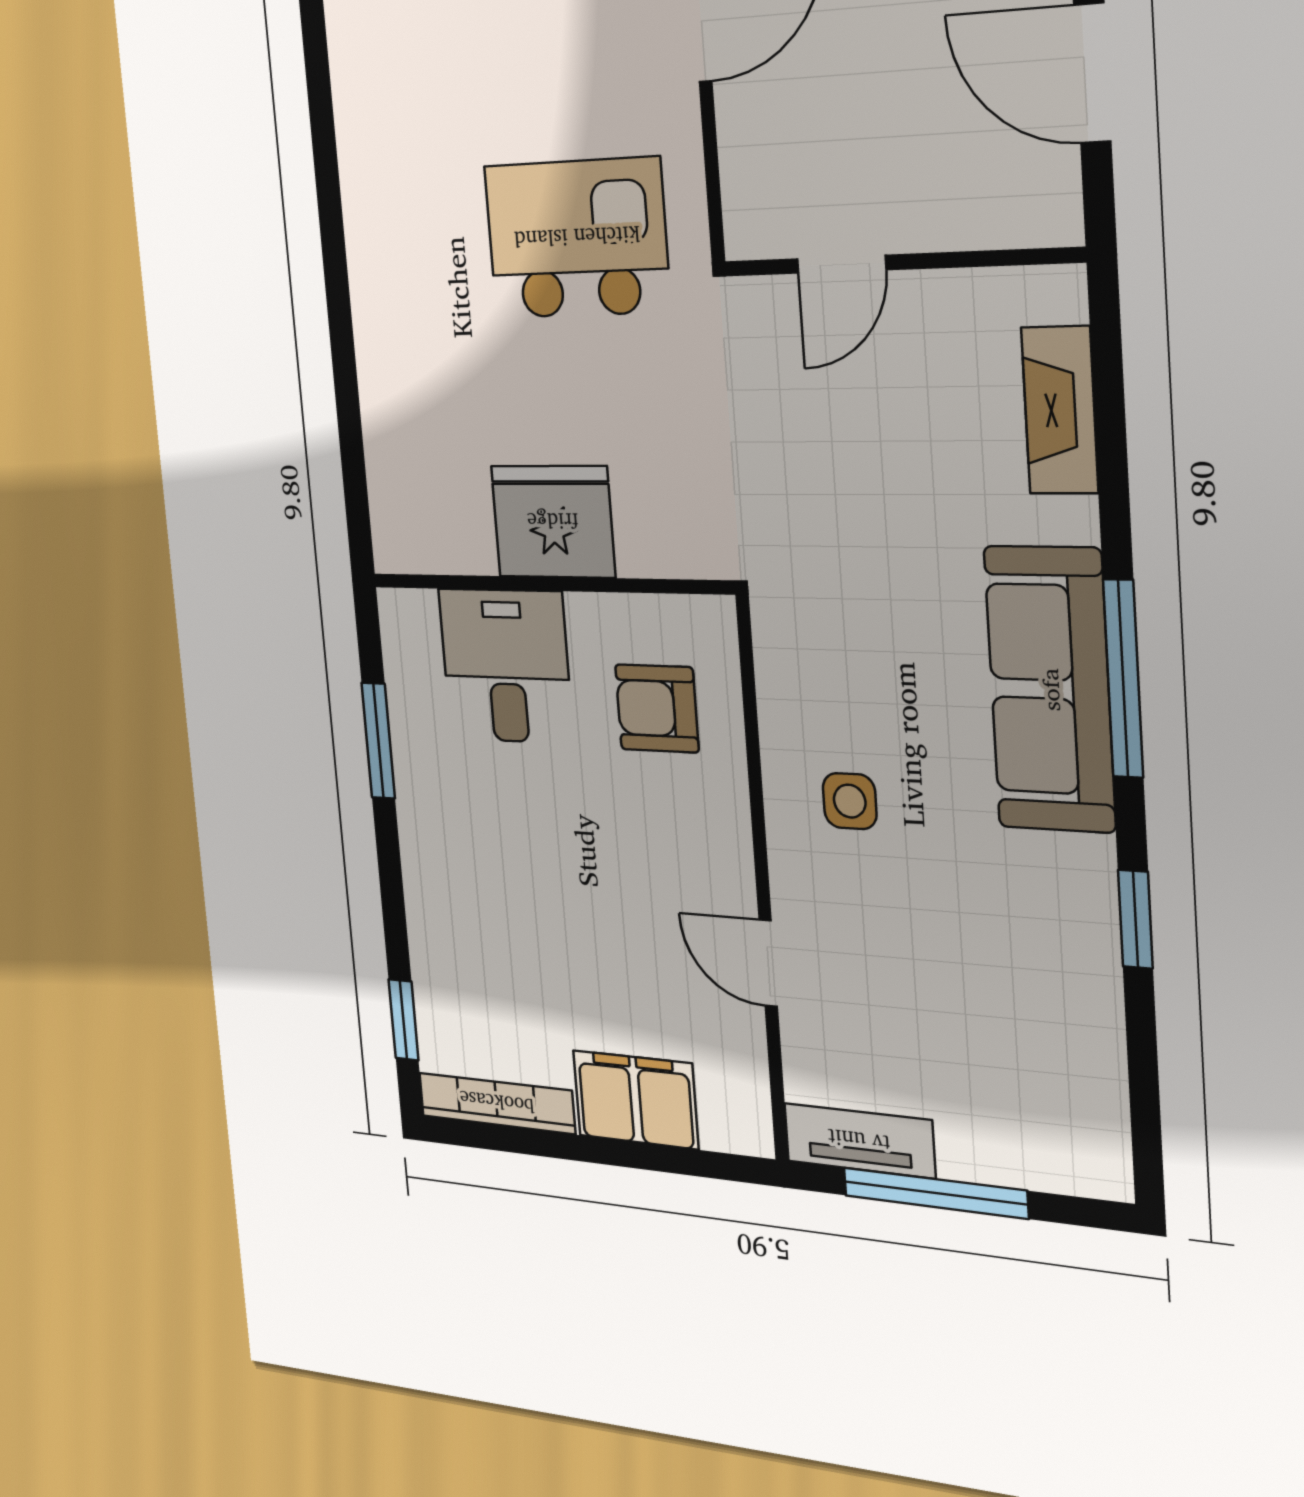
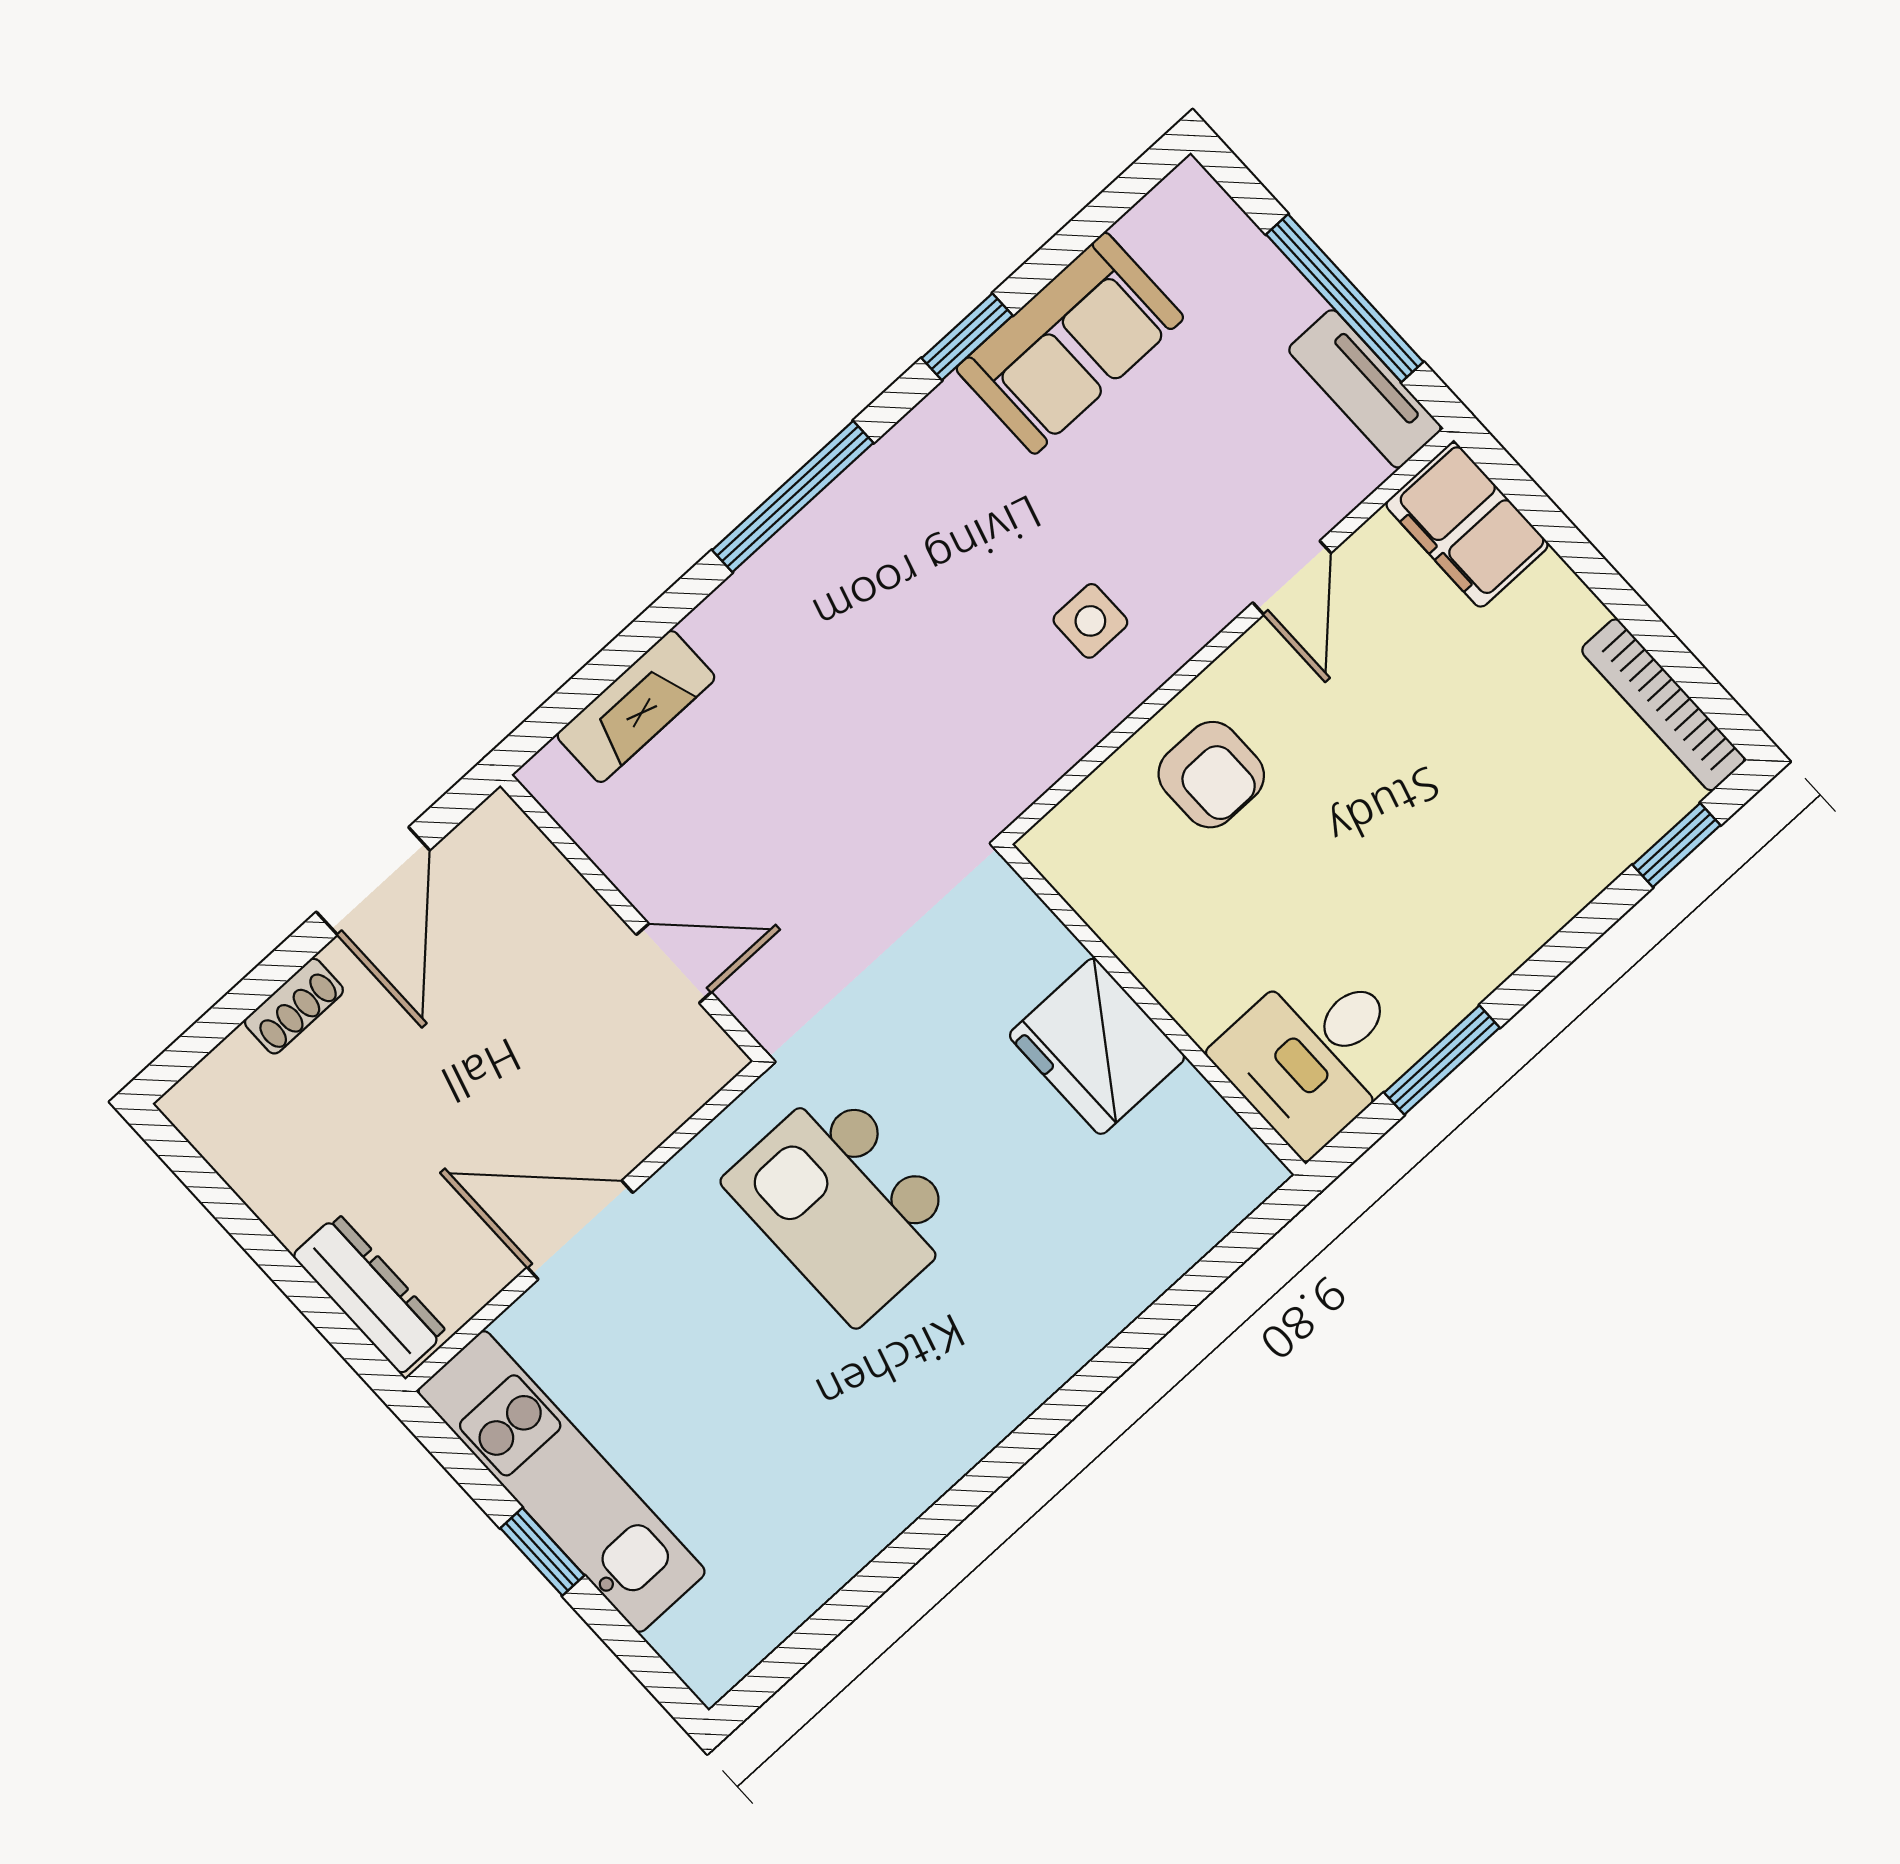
desk: (506, 666) -> (1315, 1053), moved
sofa: (1050, 689) -> (1070, 343), moved, width x0.73
armchair: (657, 708) -> (1211, 775), moved
filing cabinet: (636, 1100) -> (1467, 525), moved

